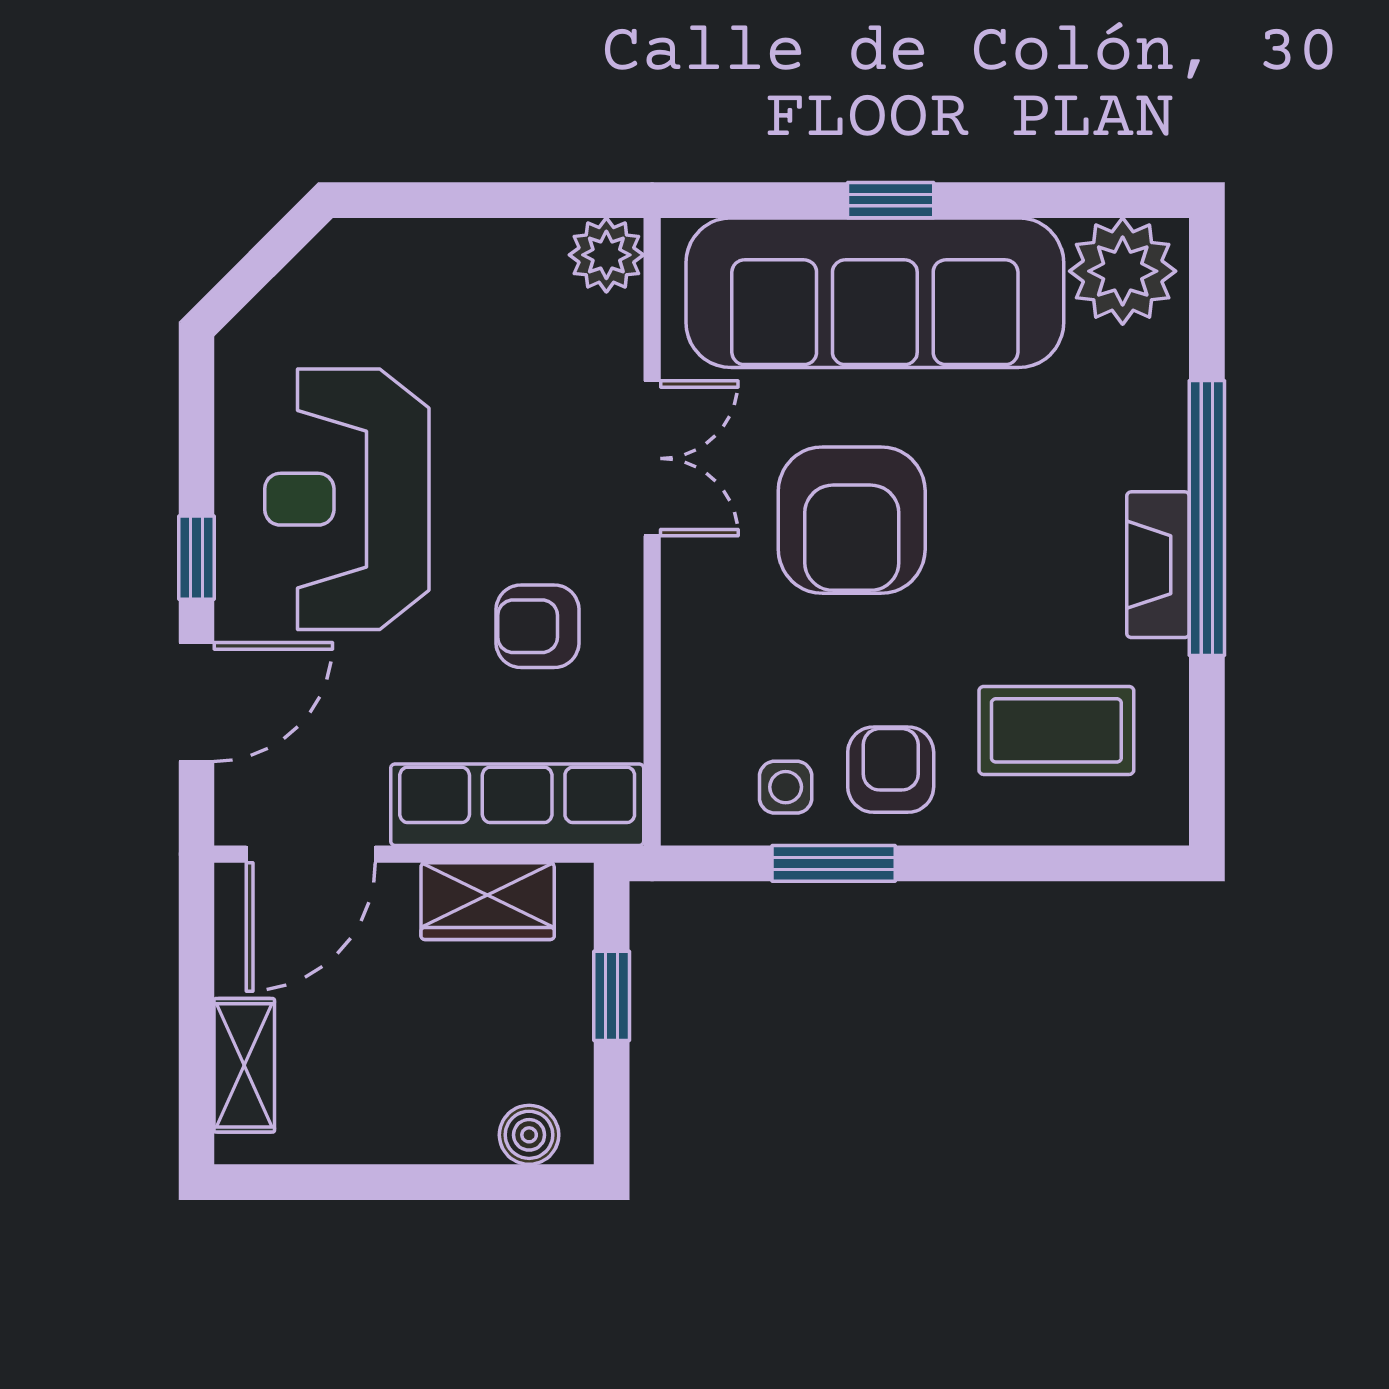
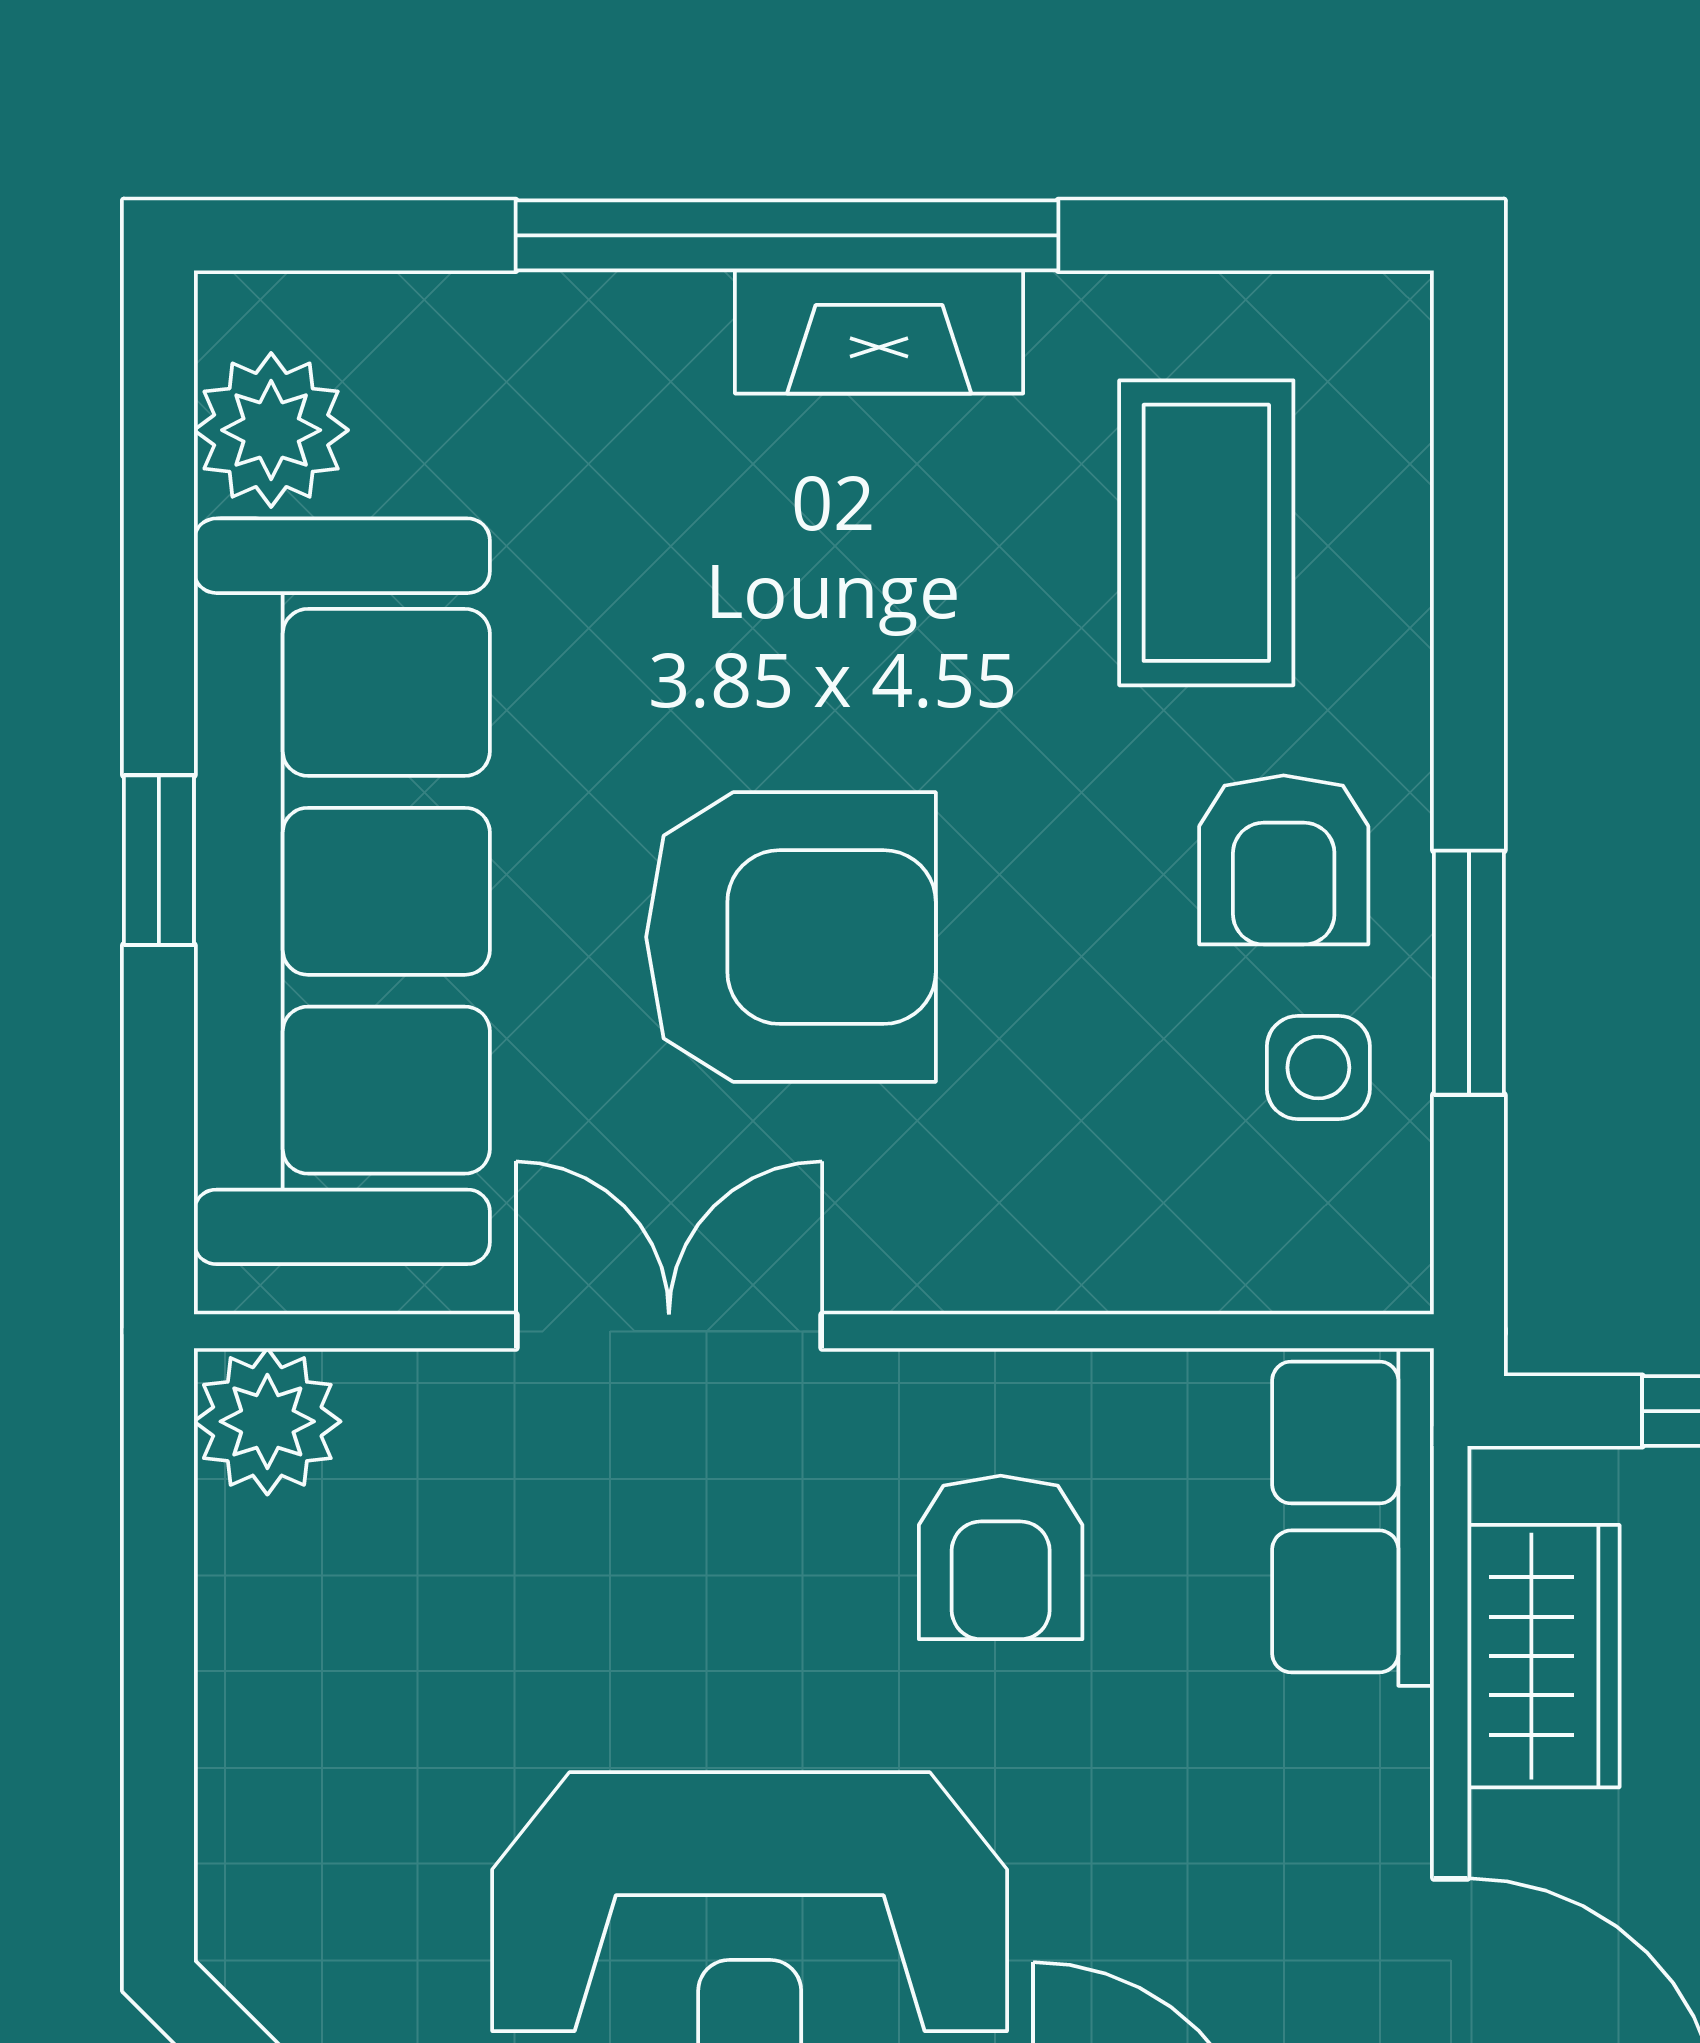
plant: (1123, 271) -> (271, 430), width x0.73, depth x0.73
armchair: (891, 770) -> (1284, 860), turned -90
row of seats: (517, 805) -> (1353, 1517), width x0.68

